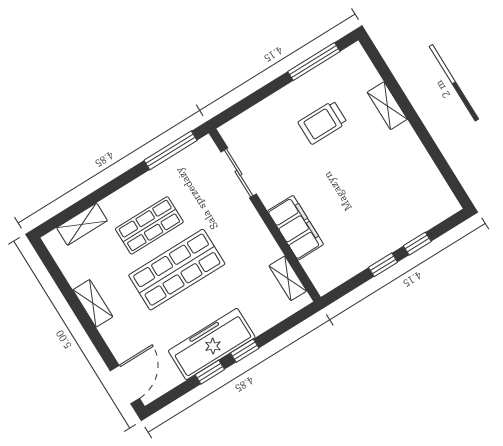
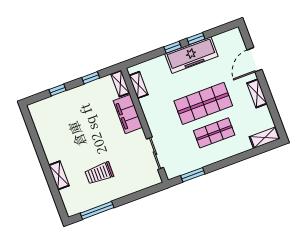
trolley: (323, 122) -> (99, 173), turned 180
window: (170, 150) -> (193, 175), width x0.69
shelving: (82, 224) -> (265, 138), moved
window: (383, 265) -> (91, 78), moved
shelving: (318, 275) -> (120, 84), added
door: (125, 384) -> (254, 60), moved

